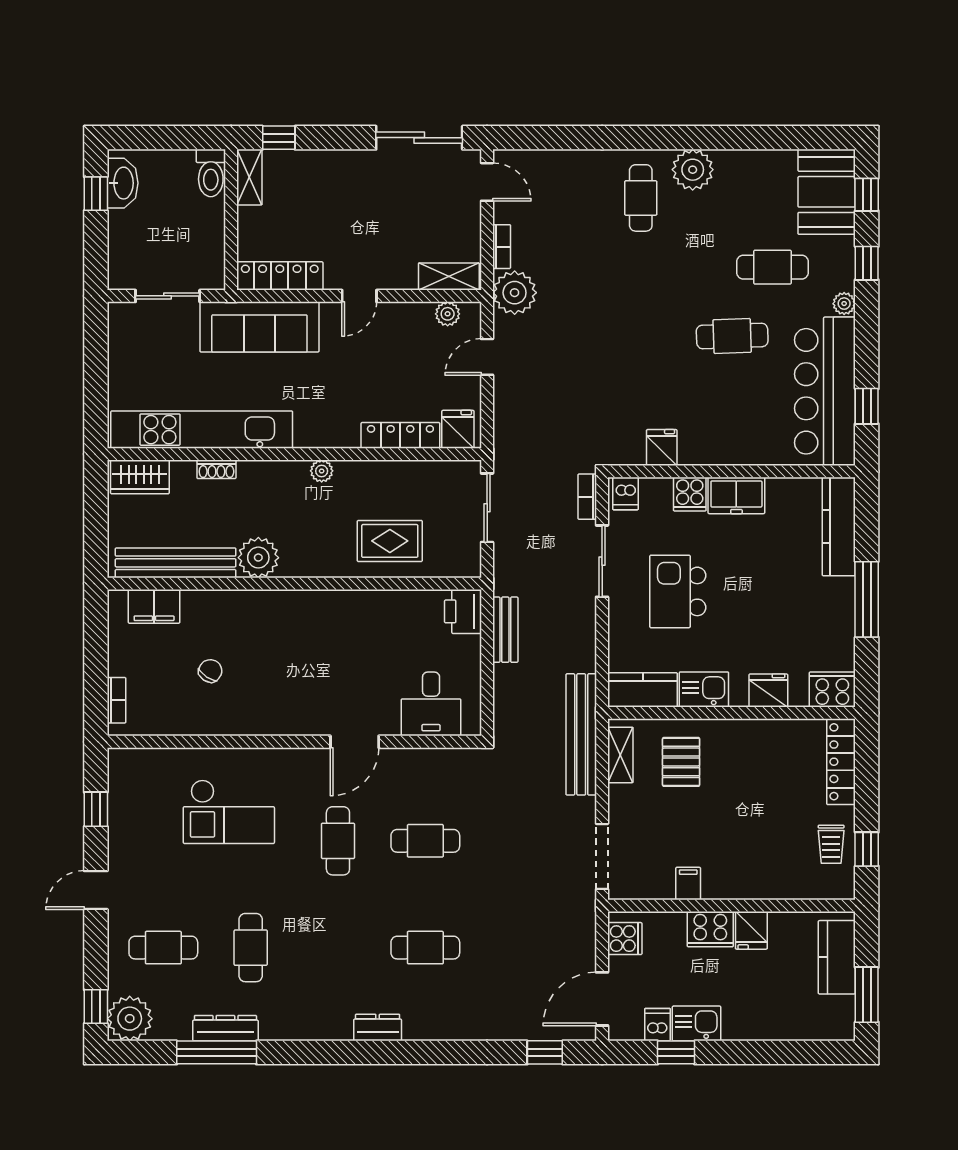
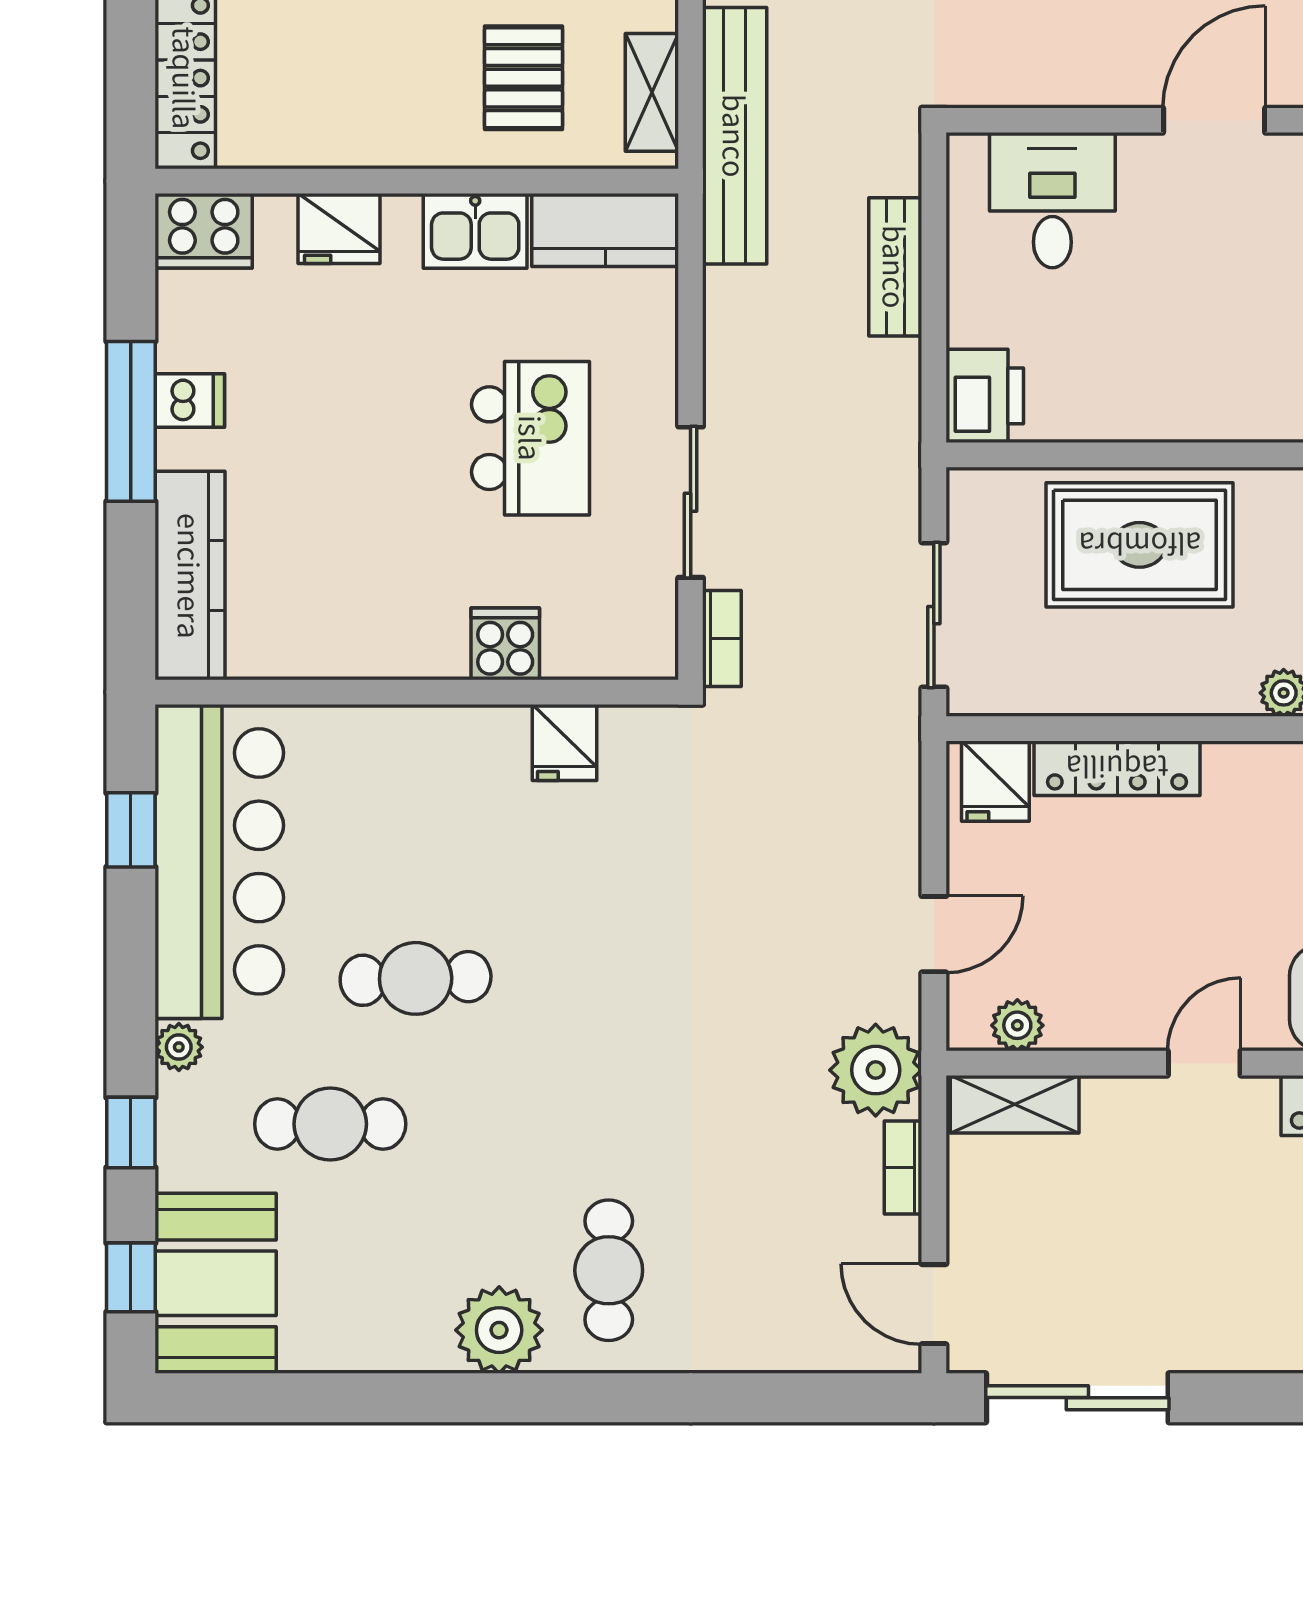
dishwasher: (625, 493) -> (190, 401), moved, turned 90
freezer: (736, 495) -> (407, 641), removed
rug: (390, 541) -> (1140, 545), width x1.36, depth x1.43
bench: (505, 630) -> (895, 267), moved

